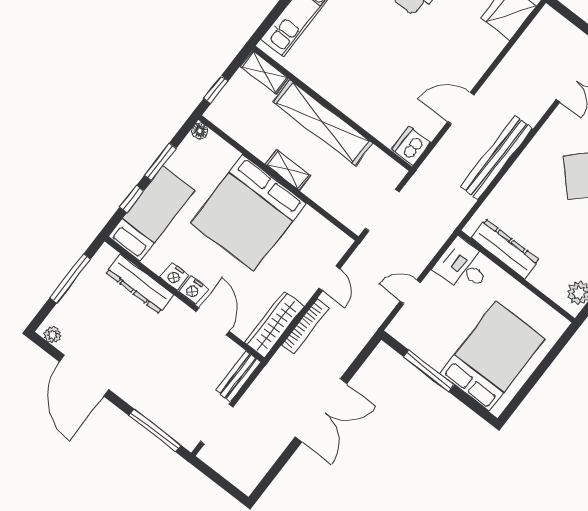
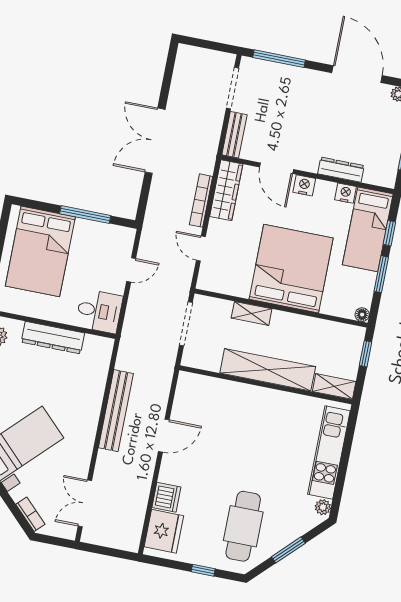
dishwasher: (411, 146) -> (166, 497), moved
shelving: (288, 170) -> (252, 313), moved
dresser: (505, 249) -> (53, 338), moved
nightstand: (175, 276) -> (345, 193), moved
dresser: (140, 284) -> (341, 170), width x0.73, depth x0.80

